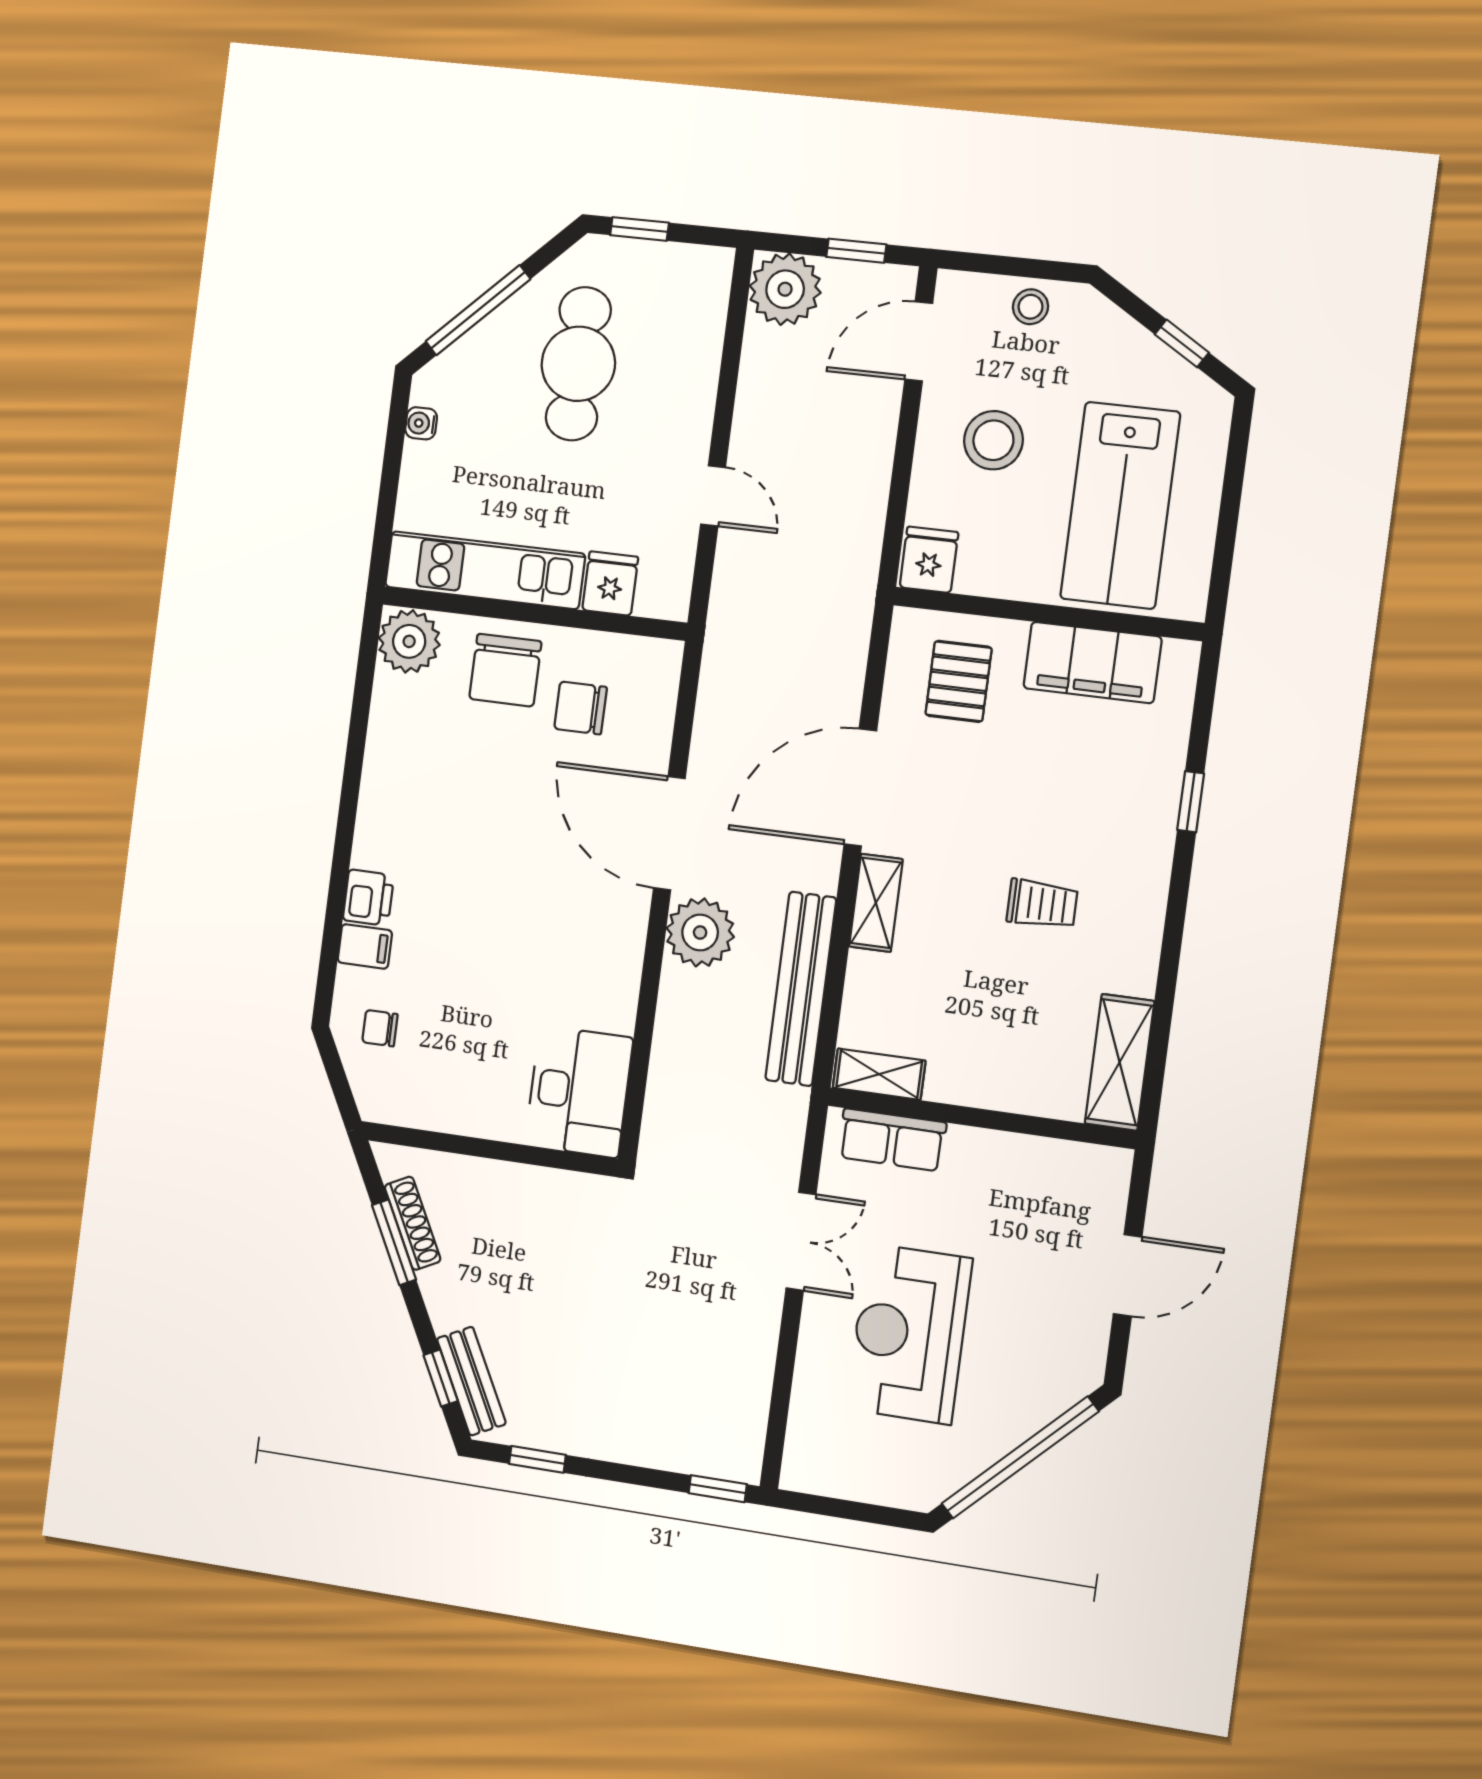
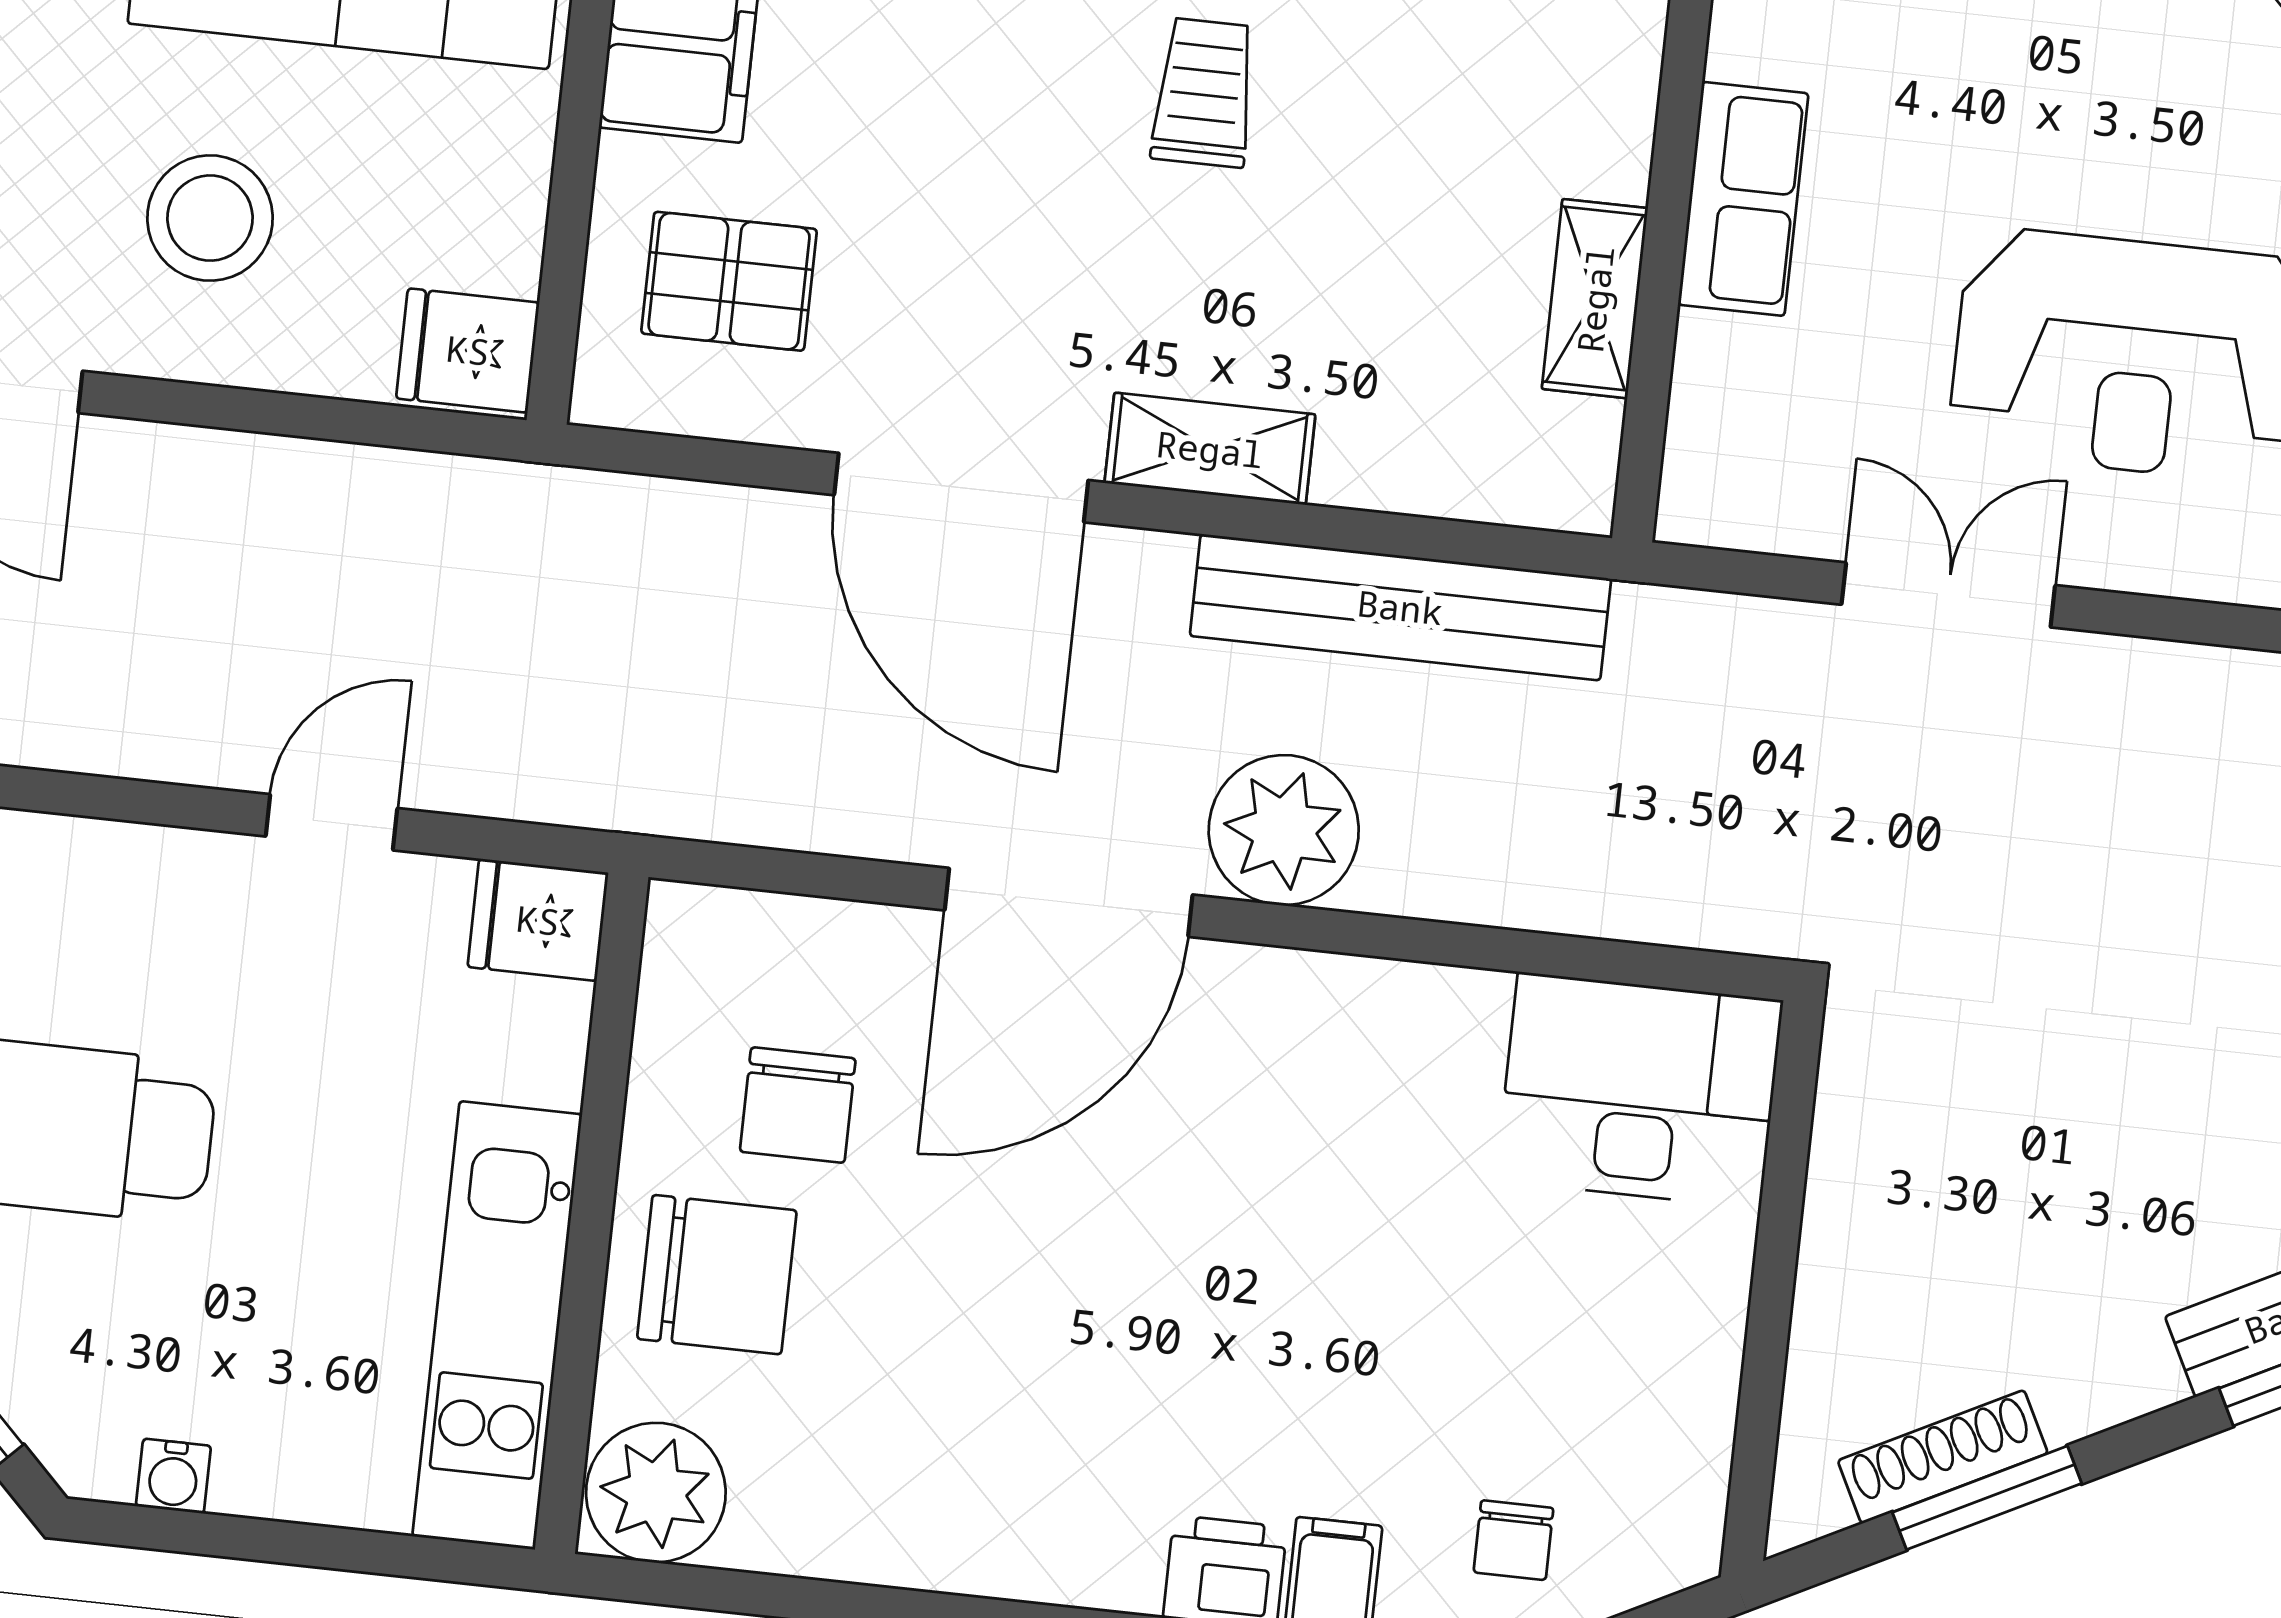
fridge: (610, 583) -> (538, 920), moved
shelving: (879, 1074) -> (1595, 299), moved
row of seats: (892, 1140) -> (1743, 199), moved

